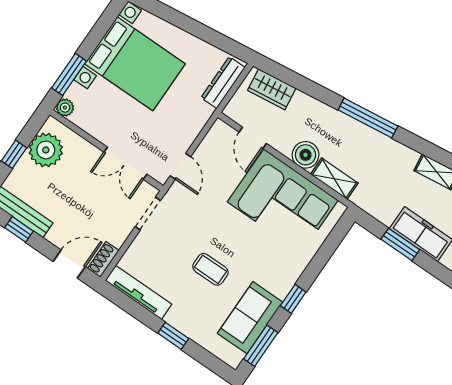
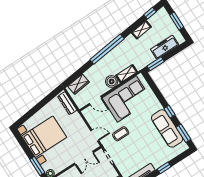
window: (368, 118) -> (107, 49), width x1.46
window: (400, 244) -> (156, 64), moved
coffee table: (210, 269) -> (121, 134), moved
sofa: (250, 318) -> (167, 128), width x1.36

